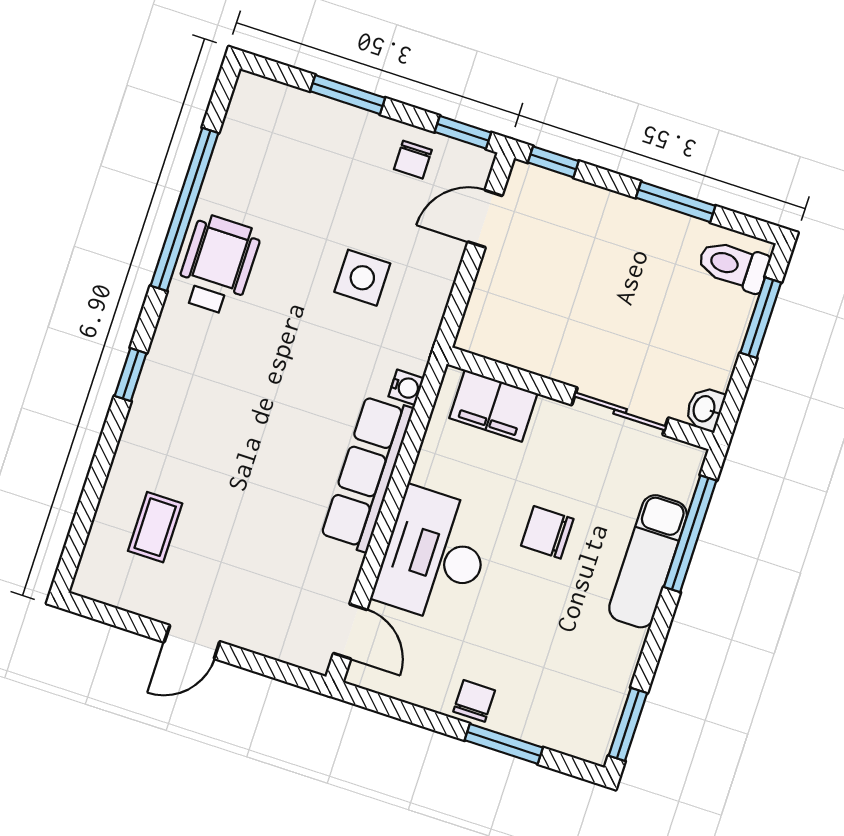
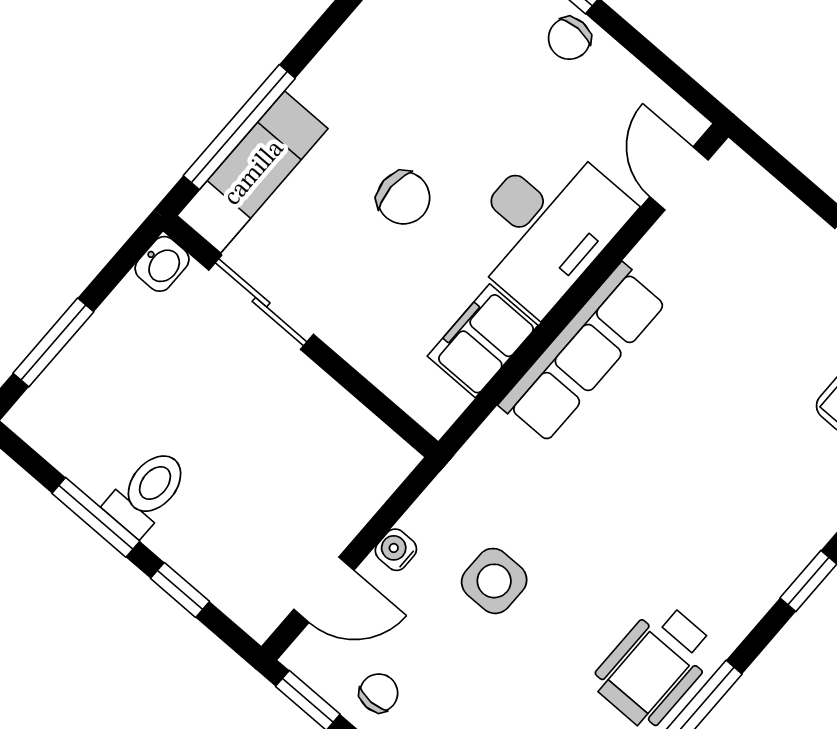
window: (553, 162) -> (180, 590), moved
toilet: (733, 266) -> (147, 492), moved, turned -90
water cooler: (406, 387) -> (396, 550), moved
filing cabinet: (493, 406) -> (483, 341), moved, turned -90
exam couch: (648, 561) -> (253, 172), moved

